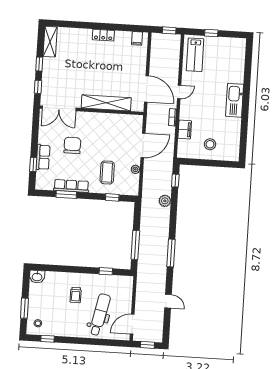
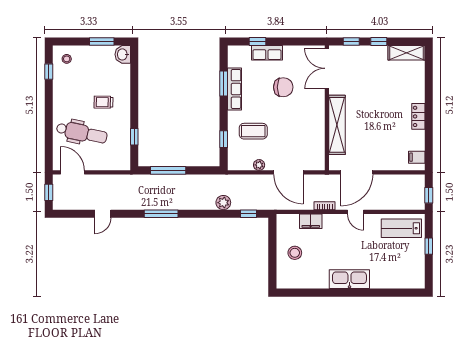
window: (24, 308) -> (102, 42), moved

